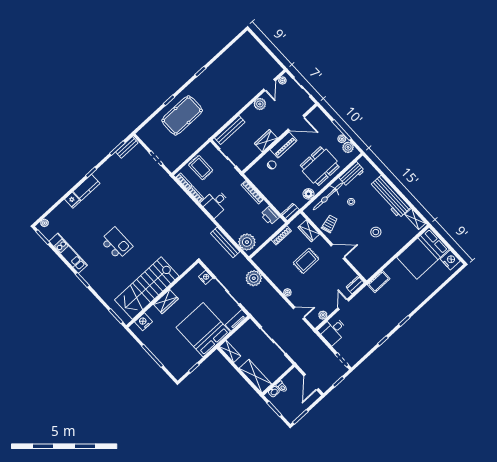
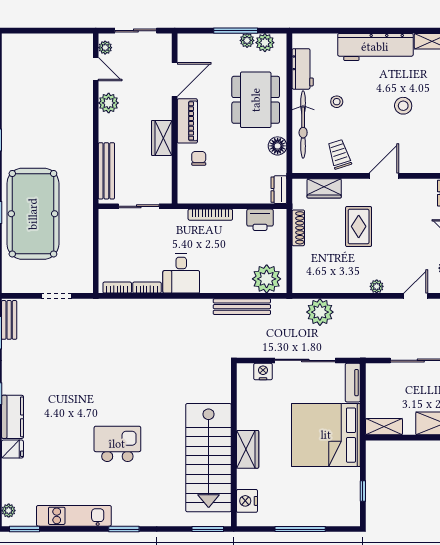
pool table: (182, 115) -> (33, 214), width x1.36, depth x1.32
rug: (201, 168) -> (120, 251), removed

